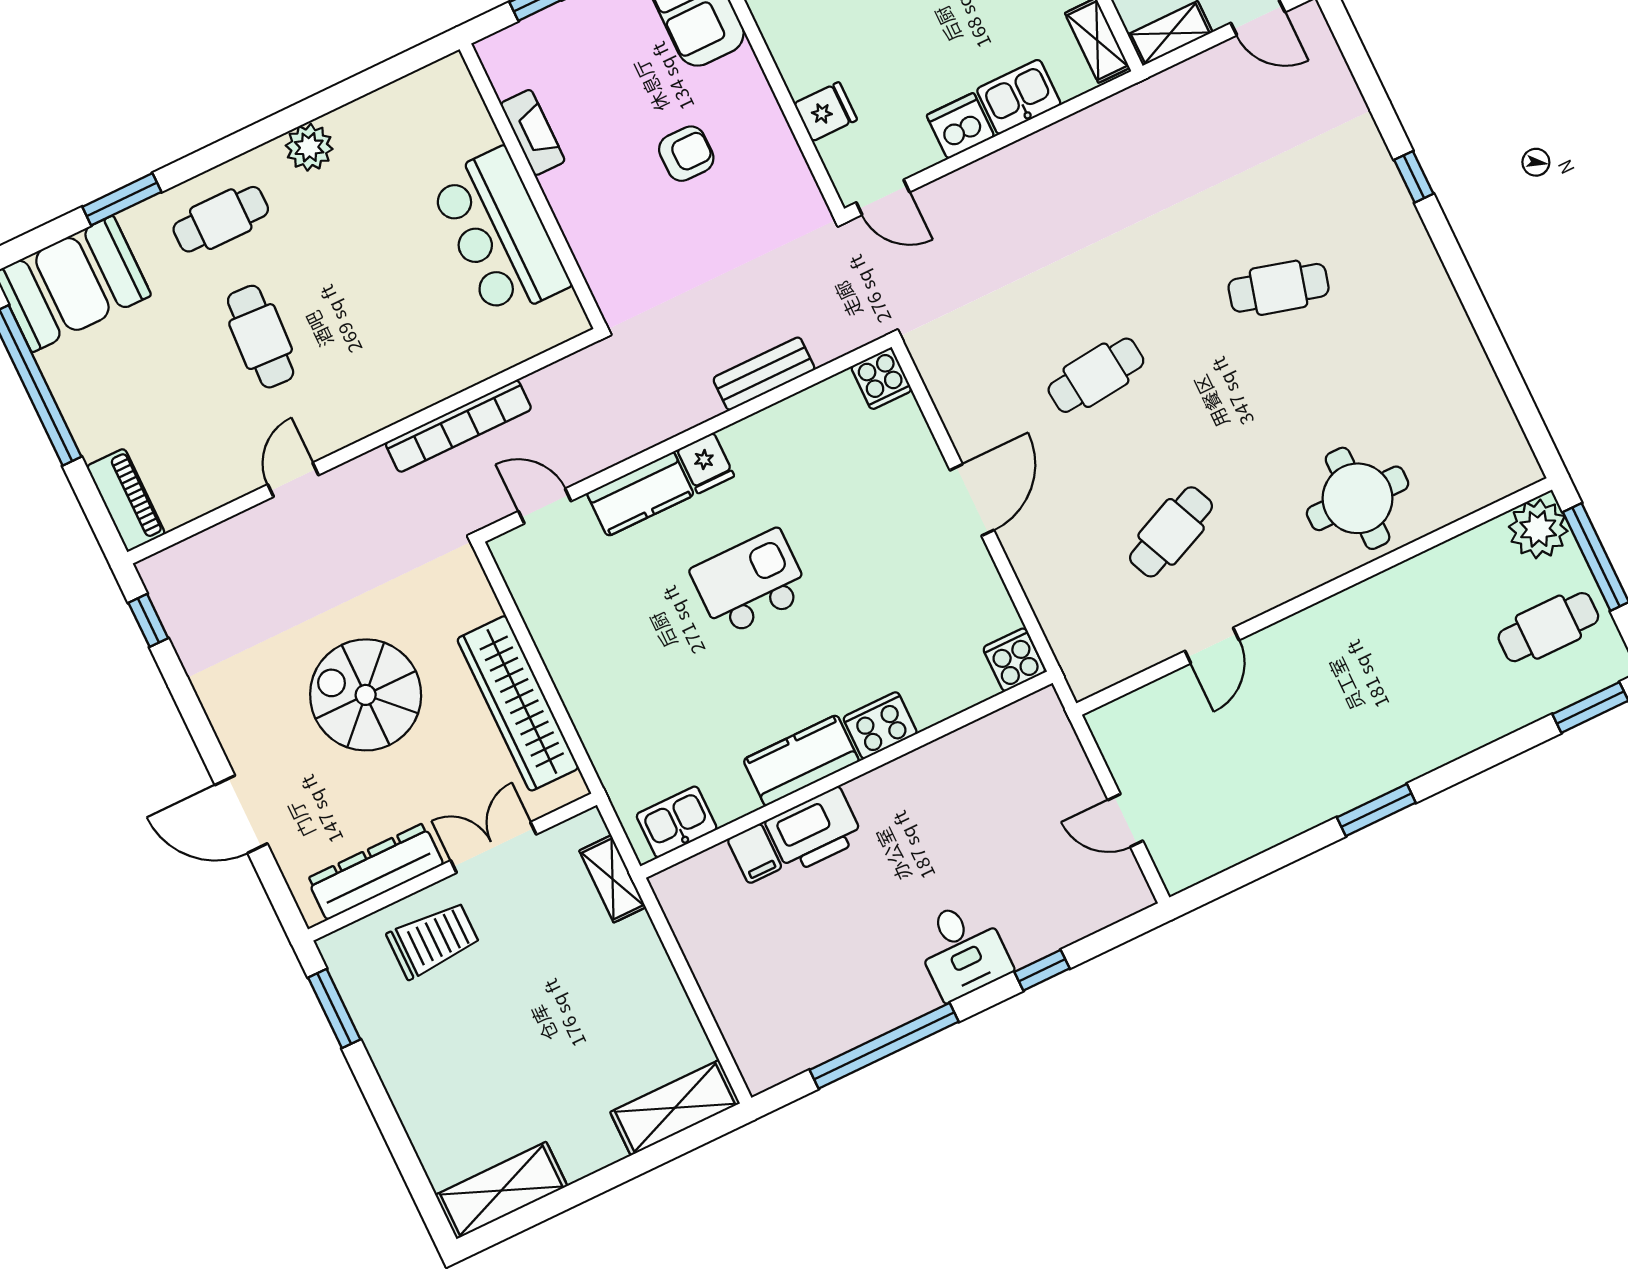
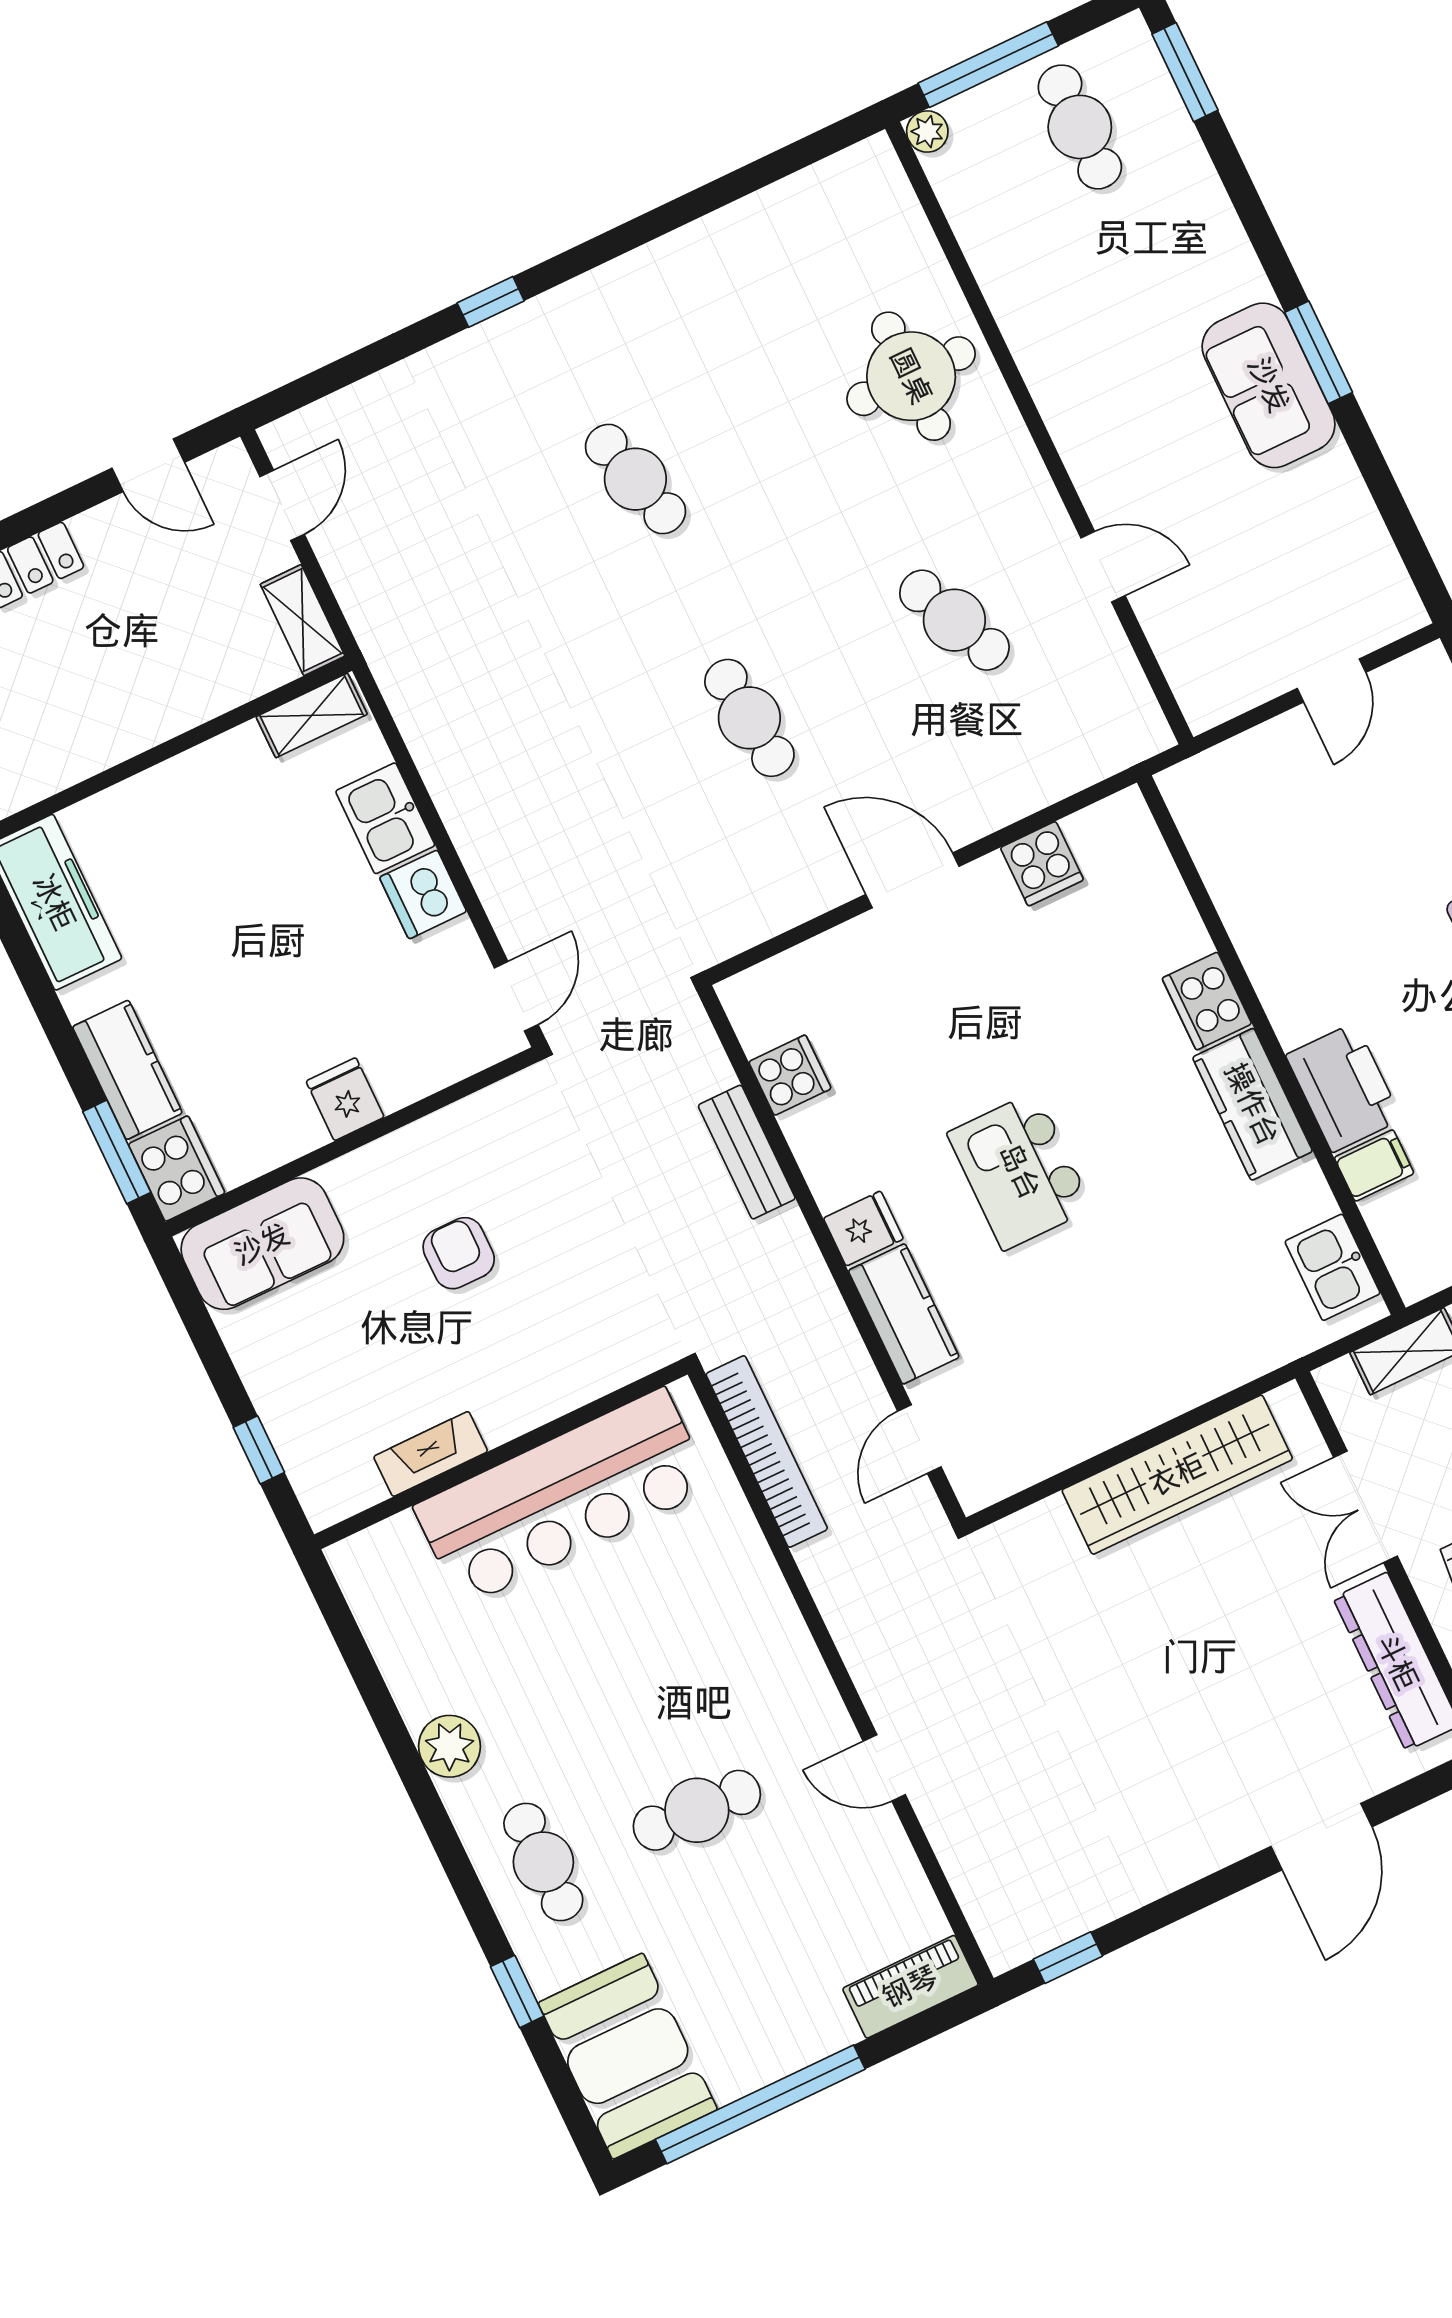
fridge: (825, 112) -> (345, 1099), moved
window: (122, 199) -> (517, 1991), width x0.67
bar counter: (500, 234) -> (563, 1497), width x1.36
cafe table: (1279, 288) -> (635, 479), turned -30
cooker: (881, 379) -> (790, 1075), moved
bookcase: (458, 426) -> (767, 1451), moved
plant: (1538, 529) -> (927, 132), width x0.53, depth x0.53
cooker: (1014, 660) -> (1042, 864), moved, turned -90
spiral stairs: (366, 695) -> (1166, 1674), removed
sofa: (1351, 772) -> (1269, 385), added

